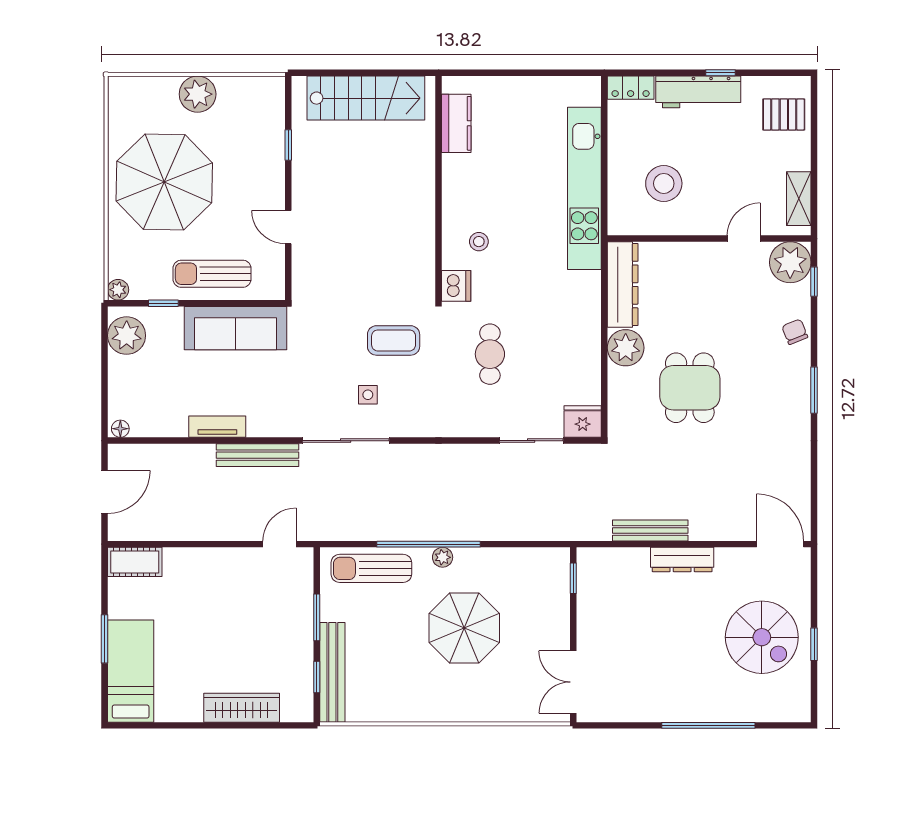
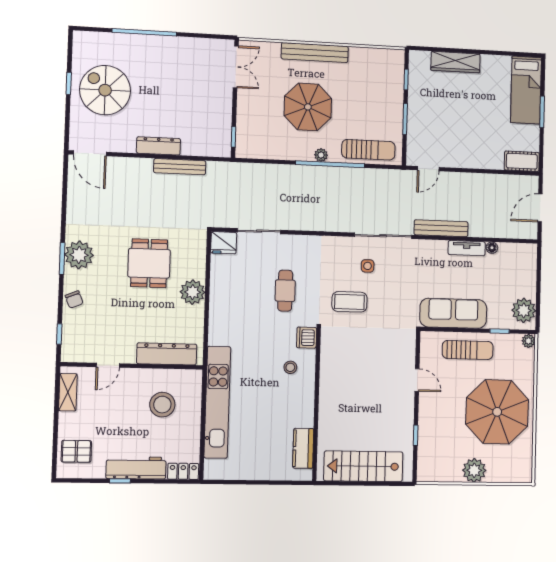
plant: (790, 262) -> (79, 255), moved
dresser: (623, 285) -> (167, 354), moved, turned 90
floor lamp: (120, 429) -> (492, 248), moved
bench: (332, 672) -> (315, 53), moved, turned 90

